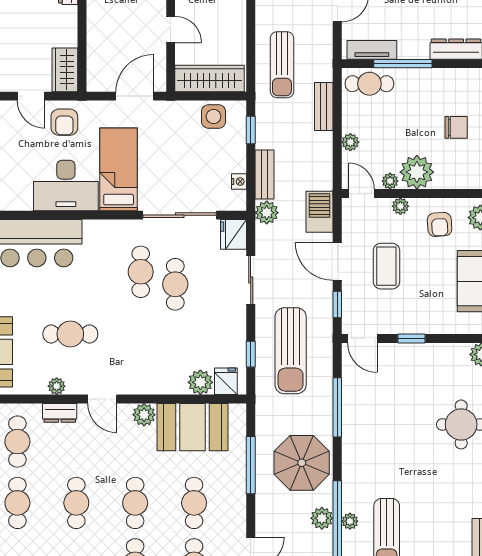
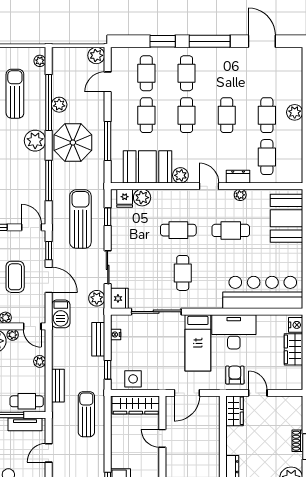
plant: (267, 213) -> (97, 298), moved
cafe table: (175, 284) -> (178, 230), moved, turned 90
plant: (350, 521) -> (35, 141), moved, width x1.87, depth x1.87

